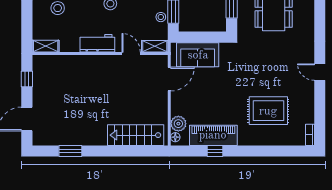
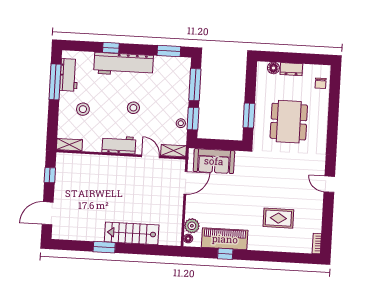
rug: (268, 111) -> (278, 218), width x0.73, depth x0.70
stairs: (136, 135) -> (132, 233), moved
window: (70, 151) -> (104, 247), moved

